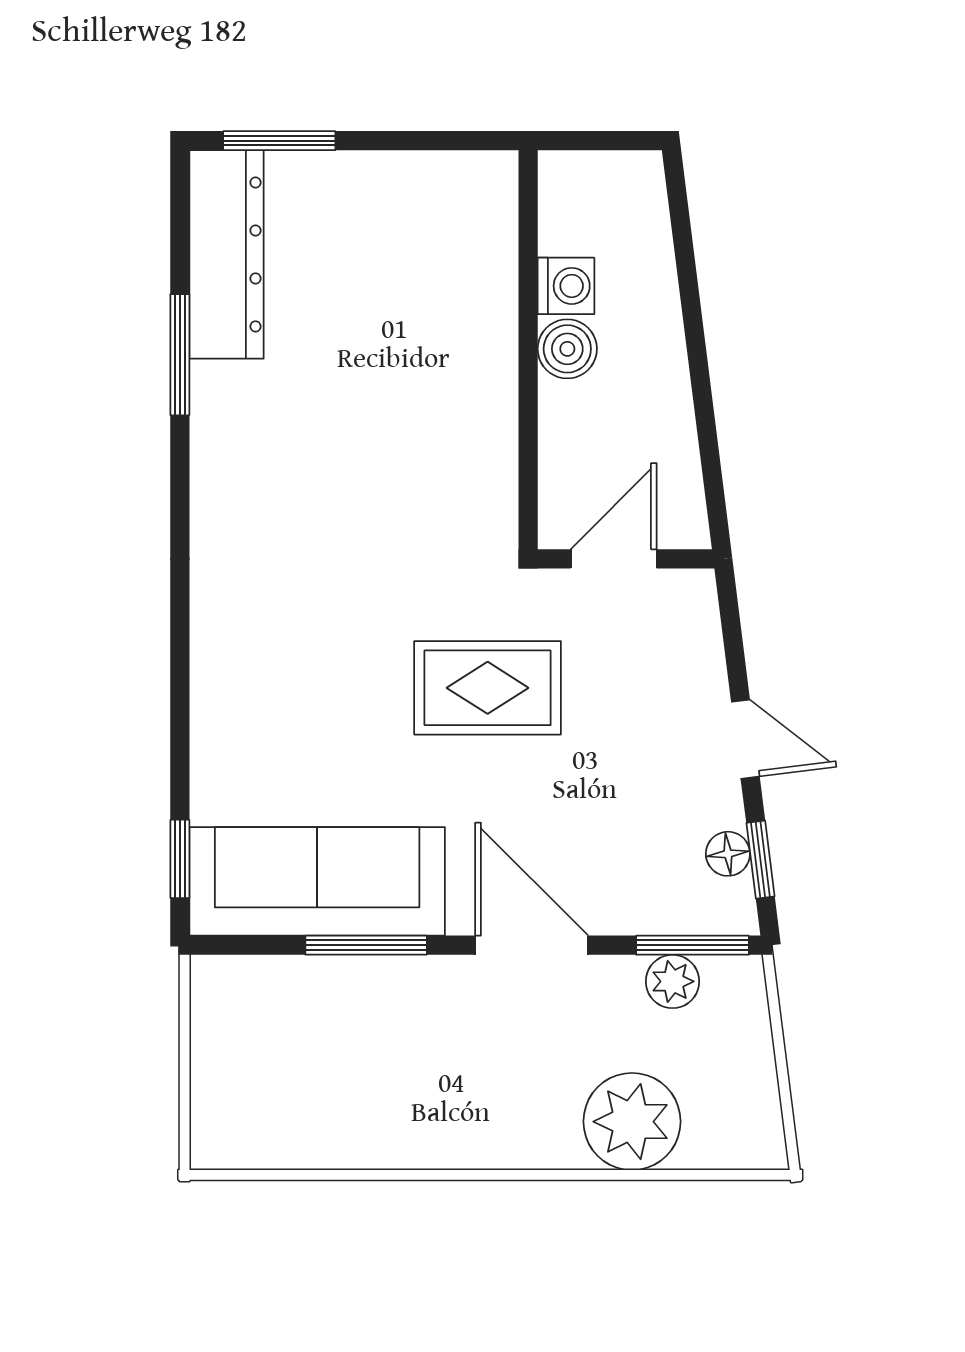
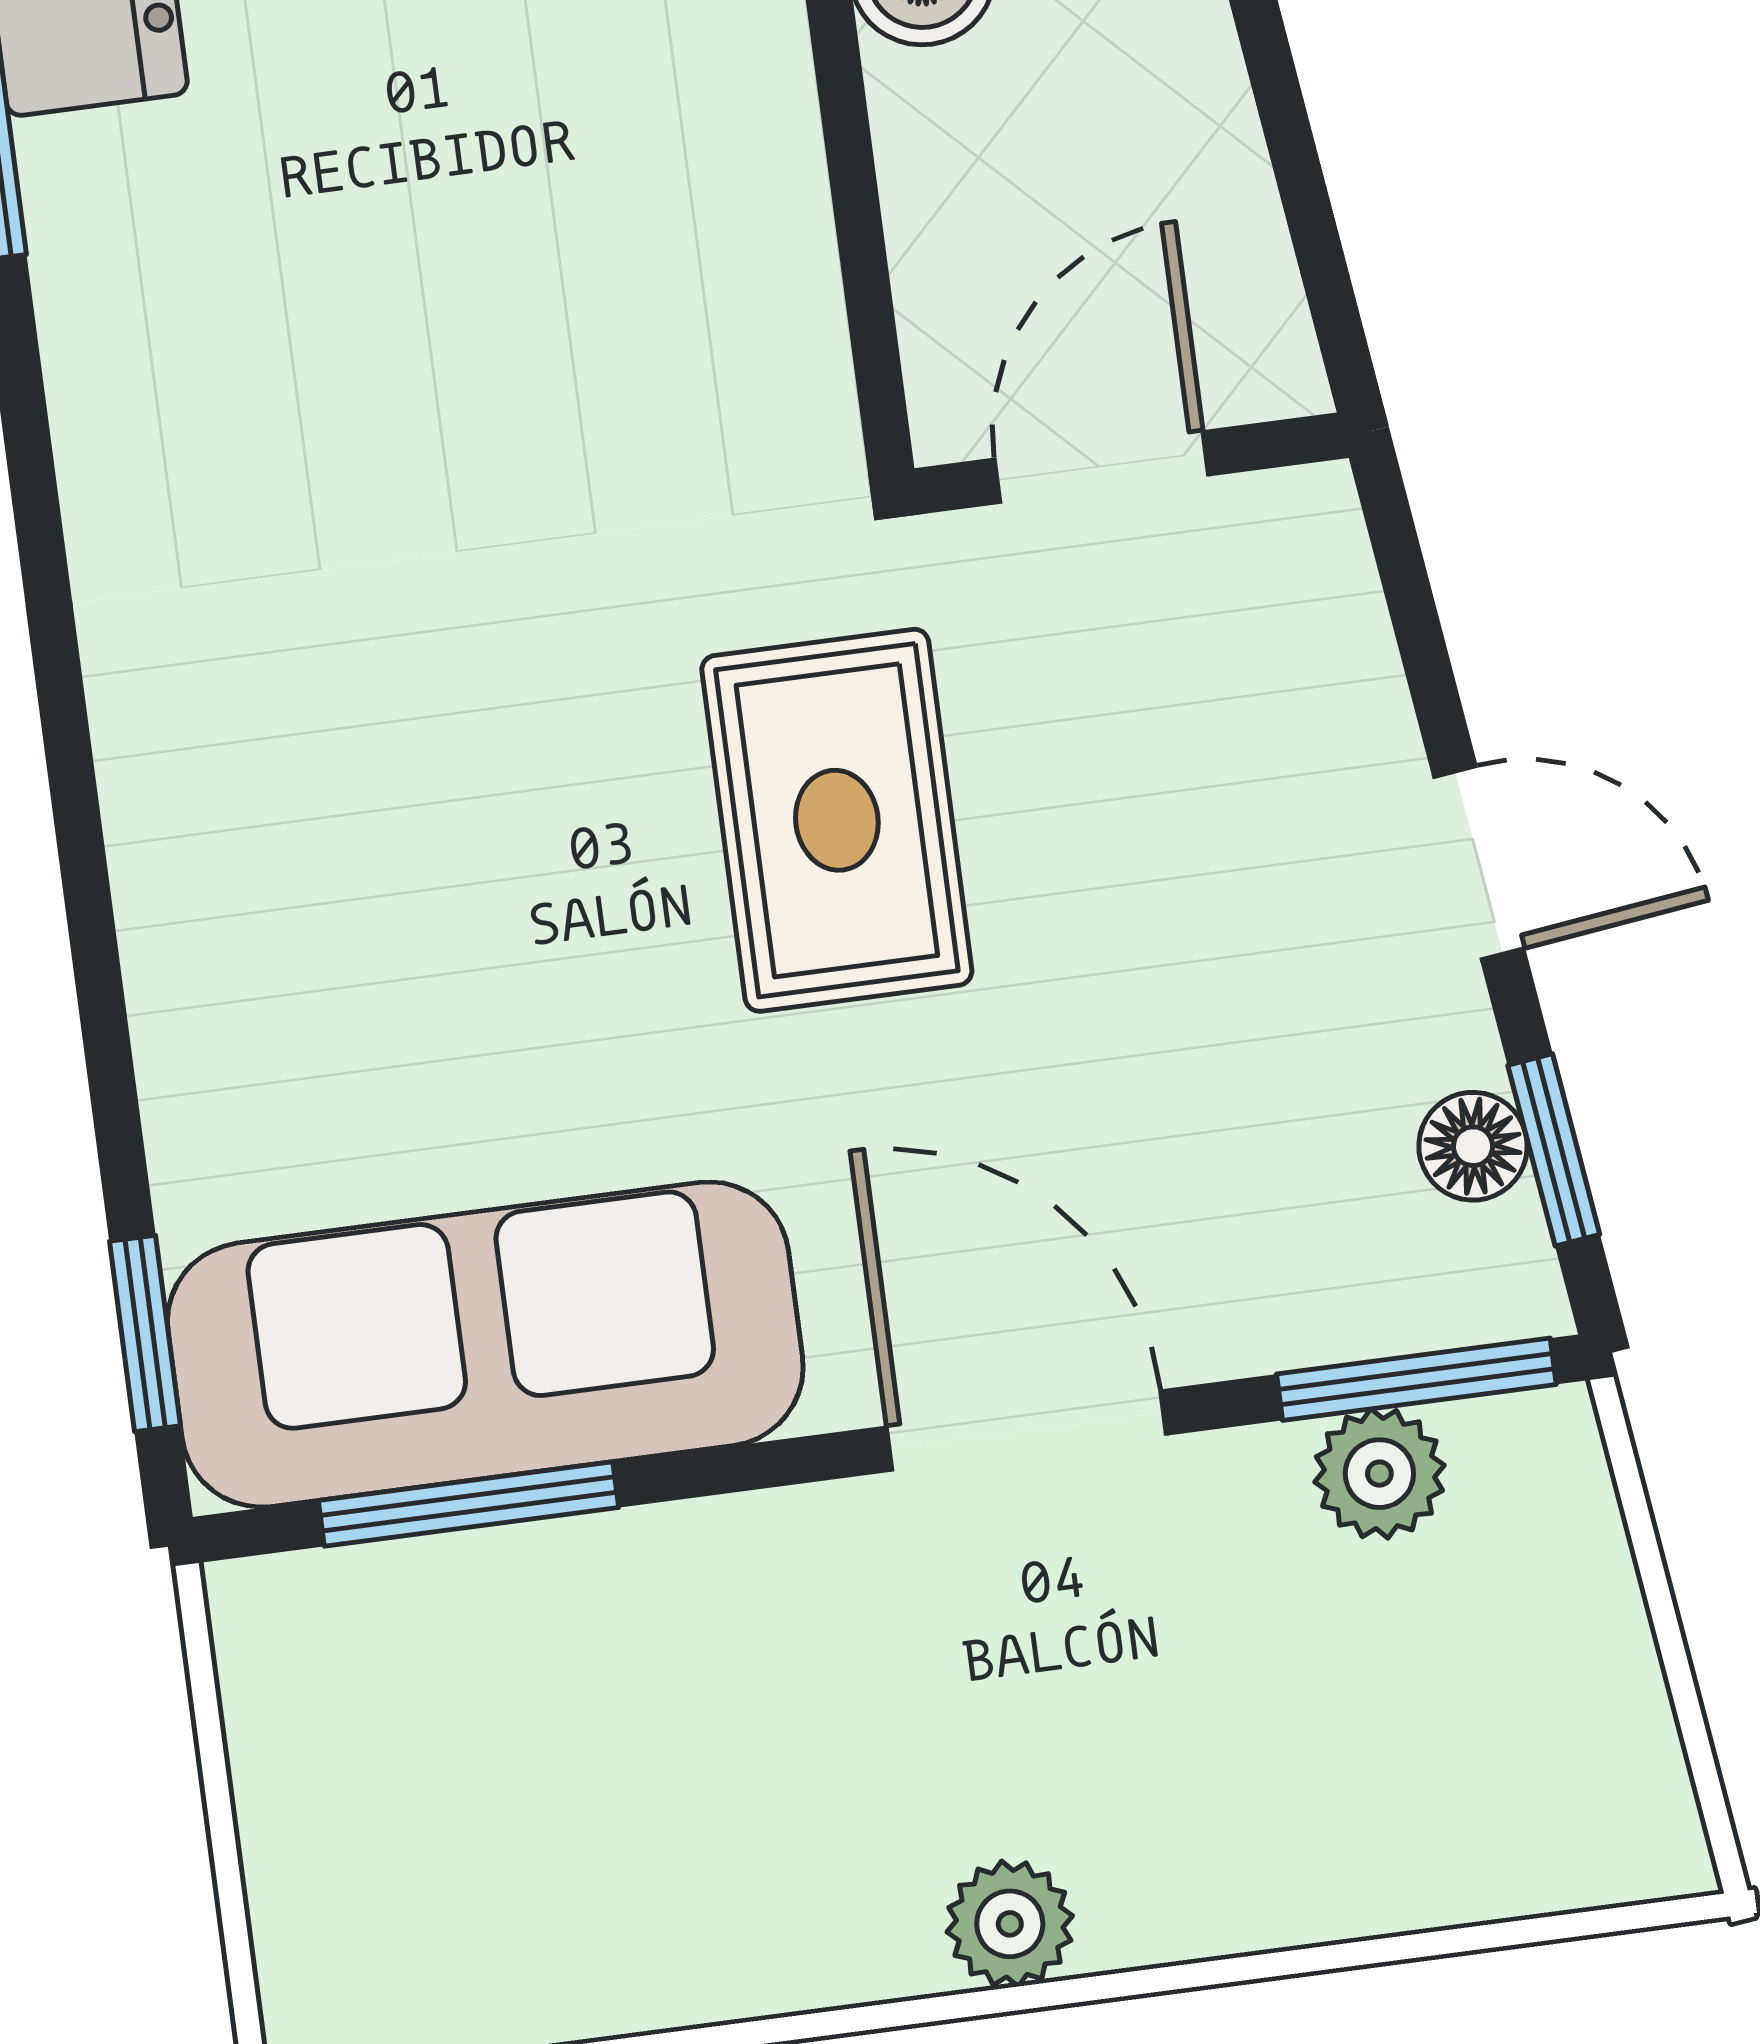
rug: (488, 688) -> (837, 820), turned 90
window: (366, 945) -> (469, 1504), moved
plant: (632, 1122) -> (1010, 1924), moved, width x0.53, depth x0.53

